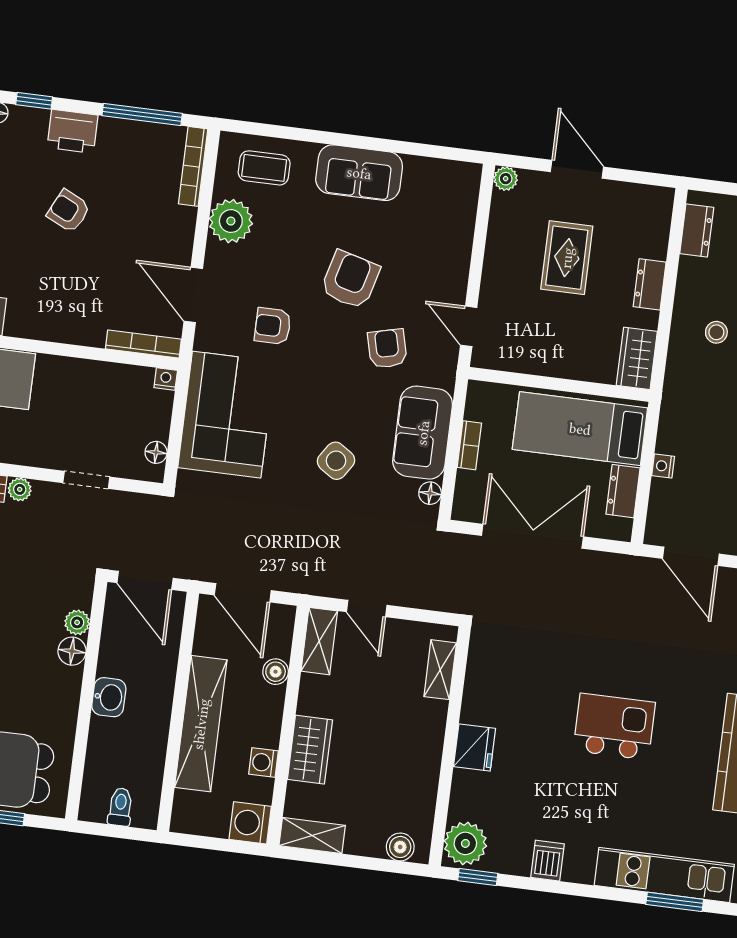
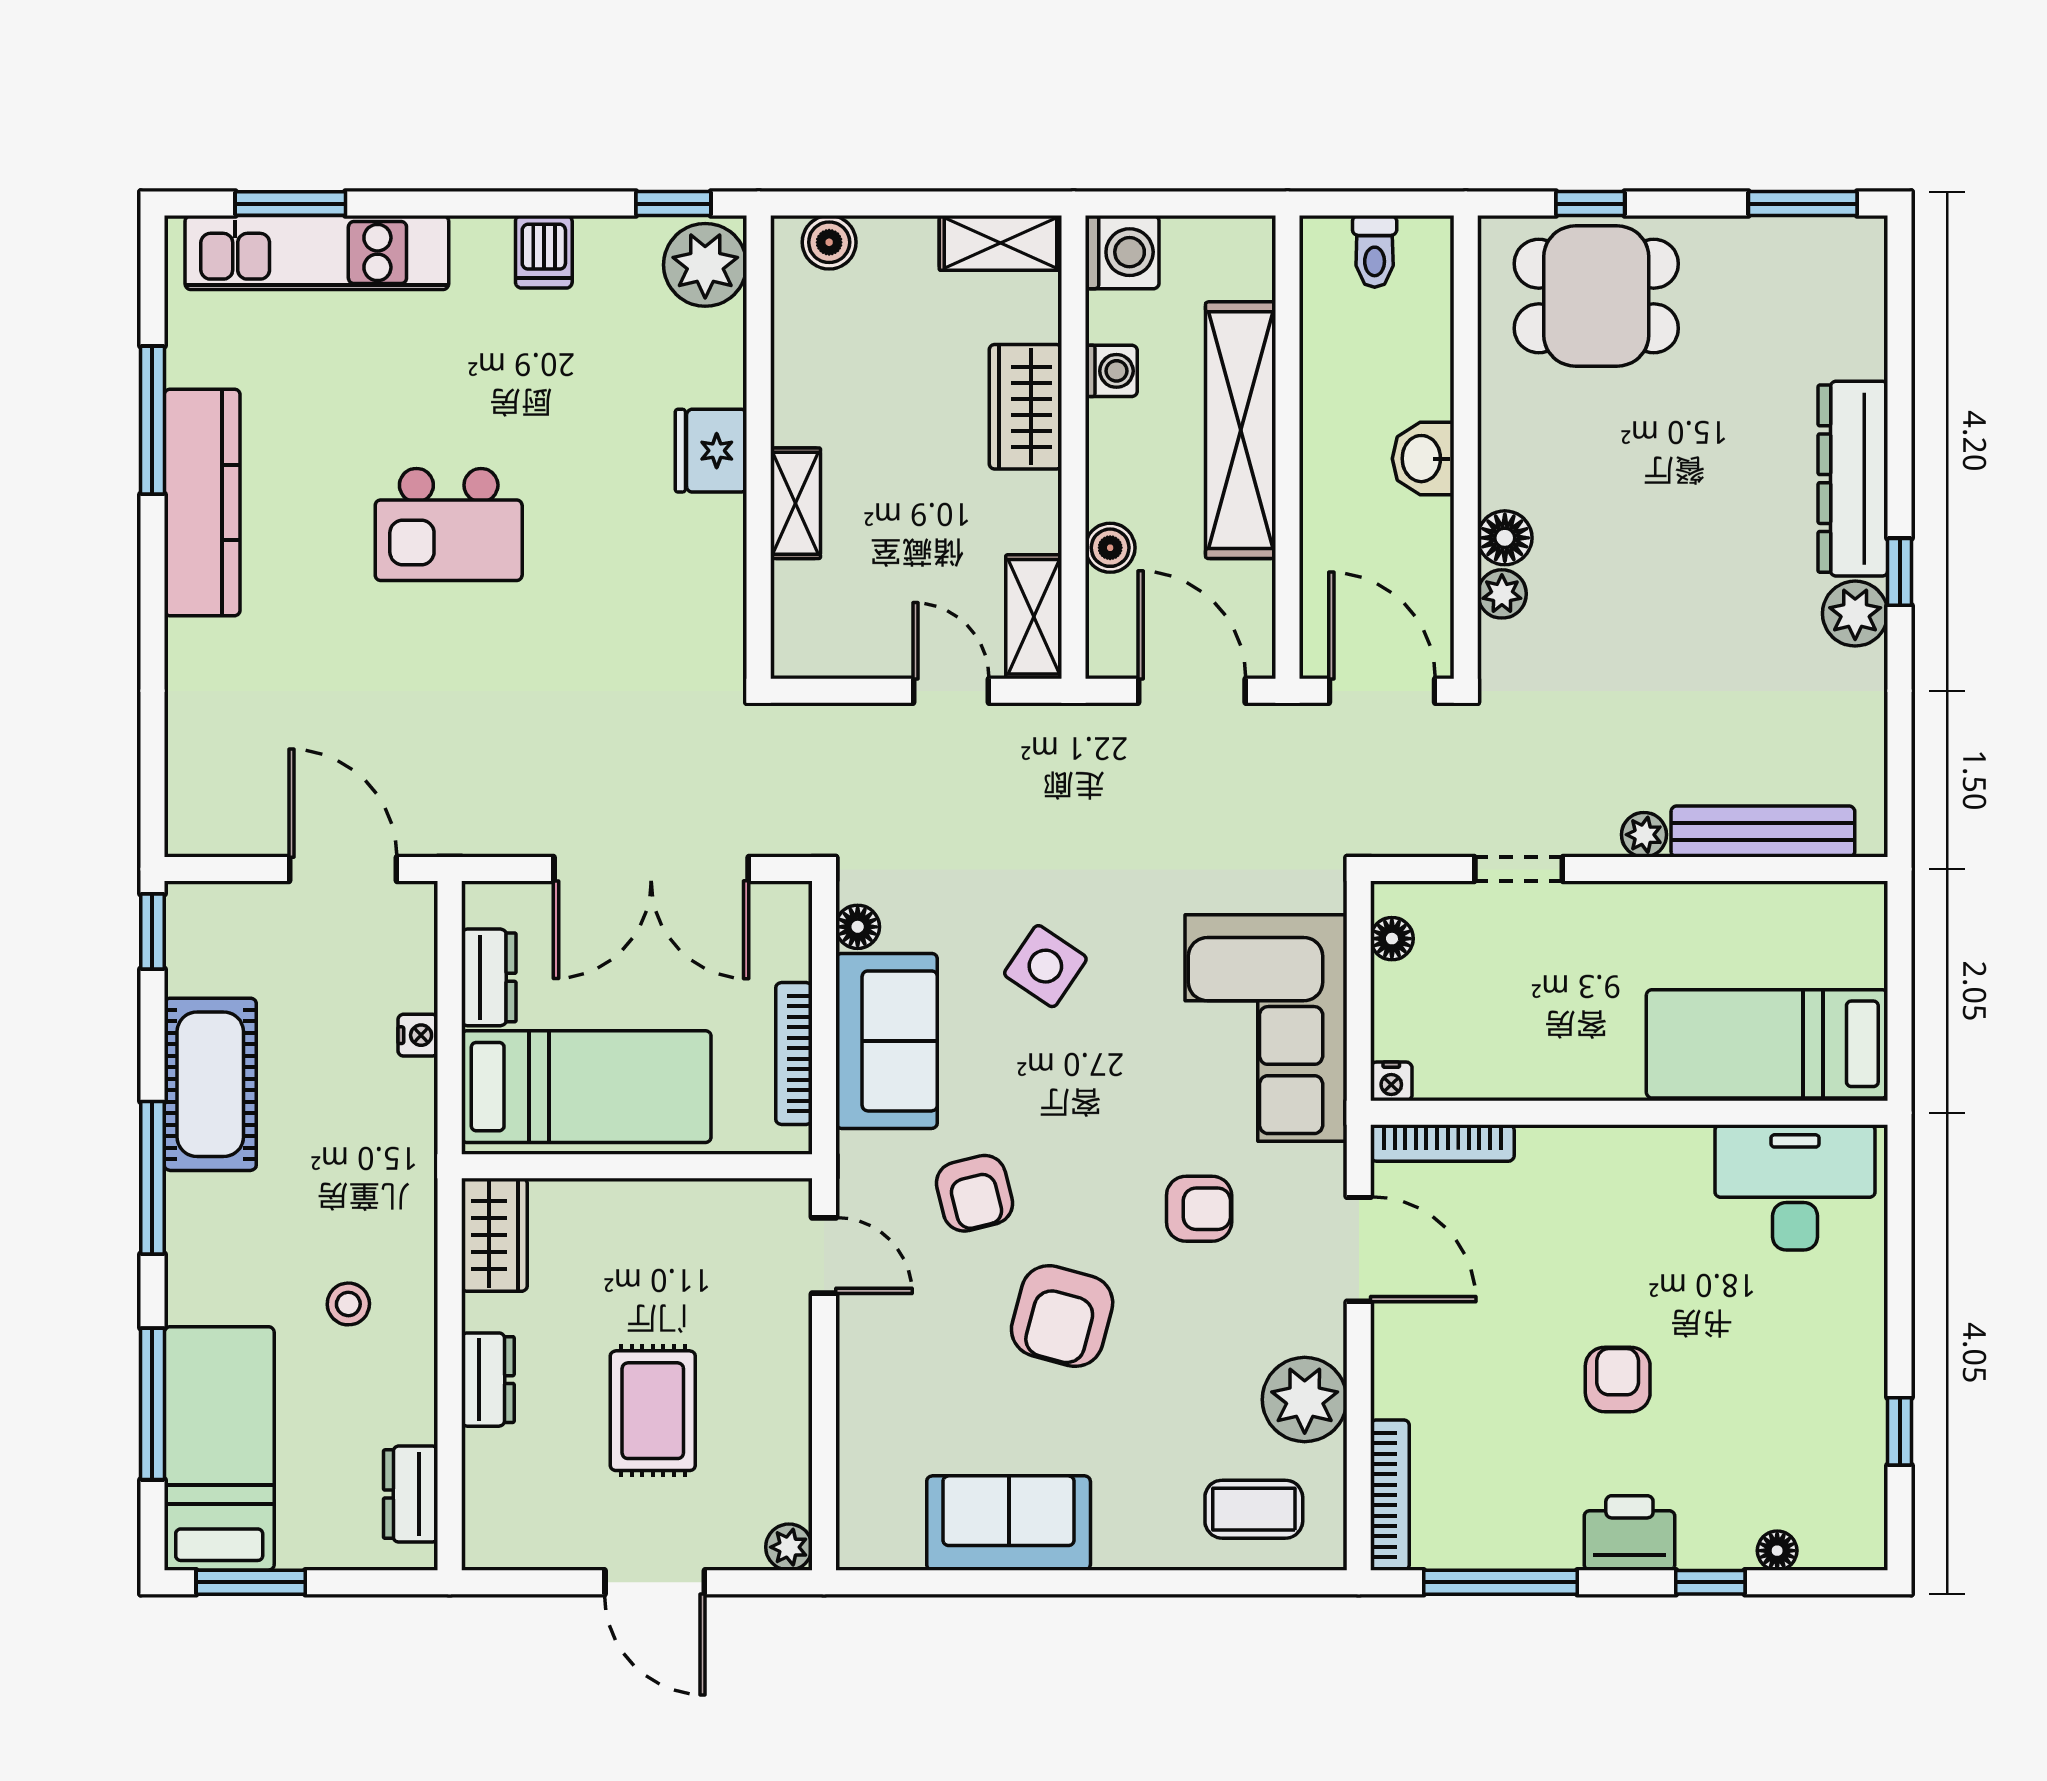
sofa: (359, 173) -> (1009, 1523), moved
armchair: (69, 211) -> (1618, 1379), turned -116
bookcase: (469, 445) -> (794, 1053), width x1.56
shelving: (440, 670) -> (795, 503), moved

